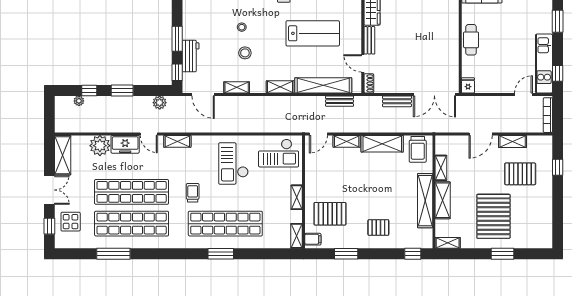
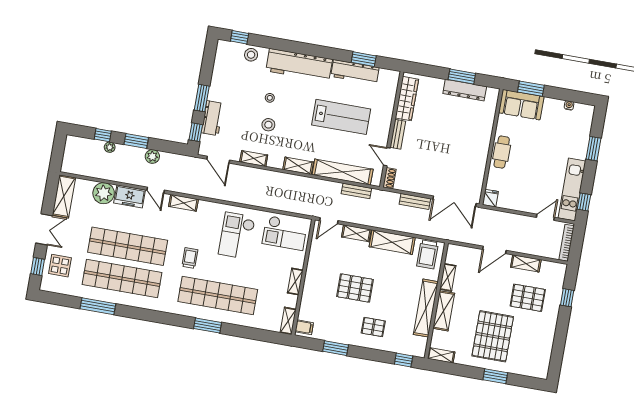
plant: (79, 101) -> (110, 147), moved
plant: (160, 103) -> (152, 156), moved
pallet: (330, 214) -> (355, 288), moved

